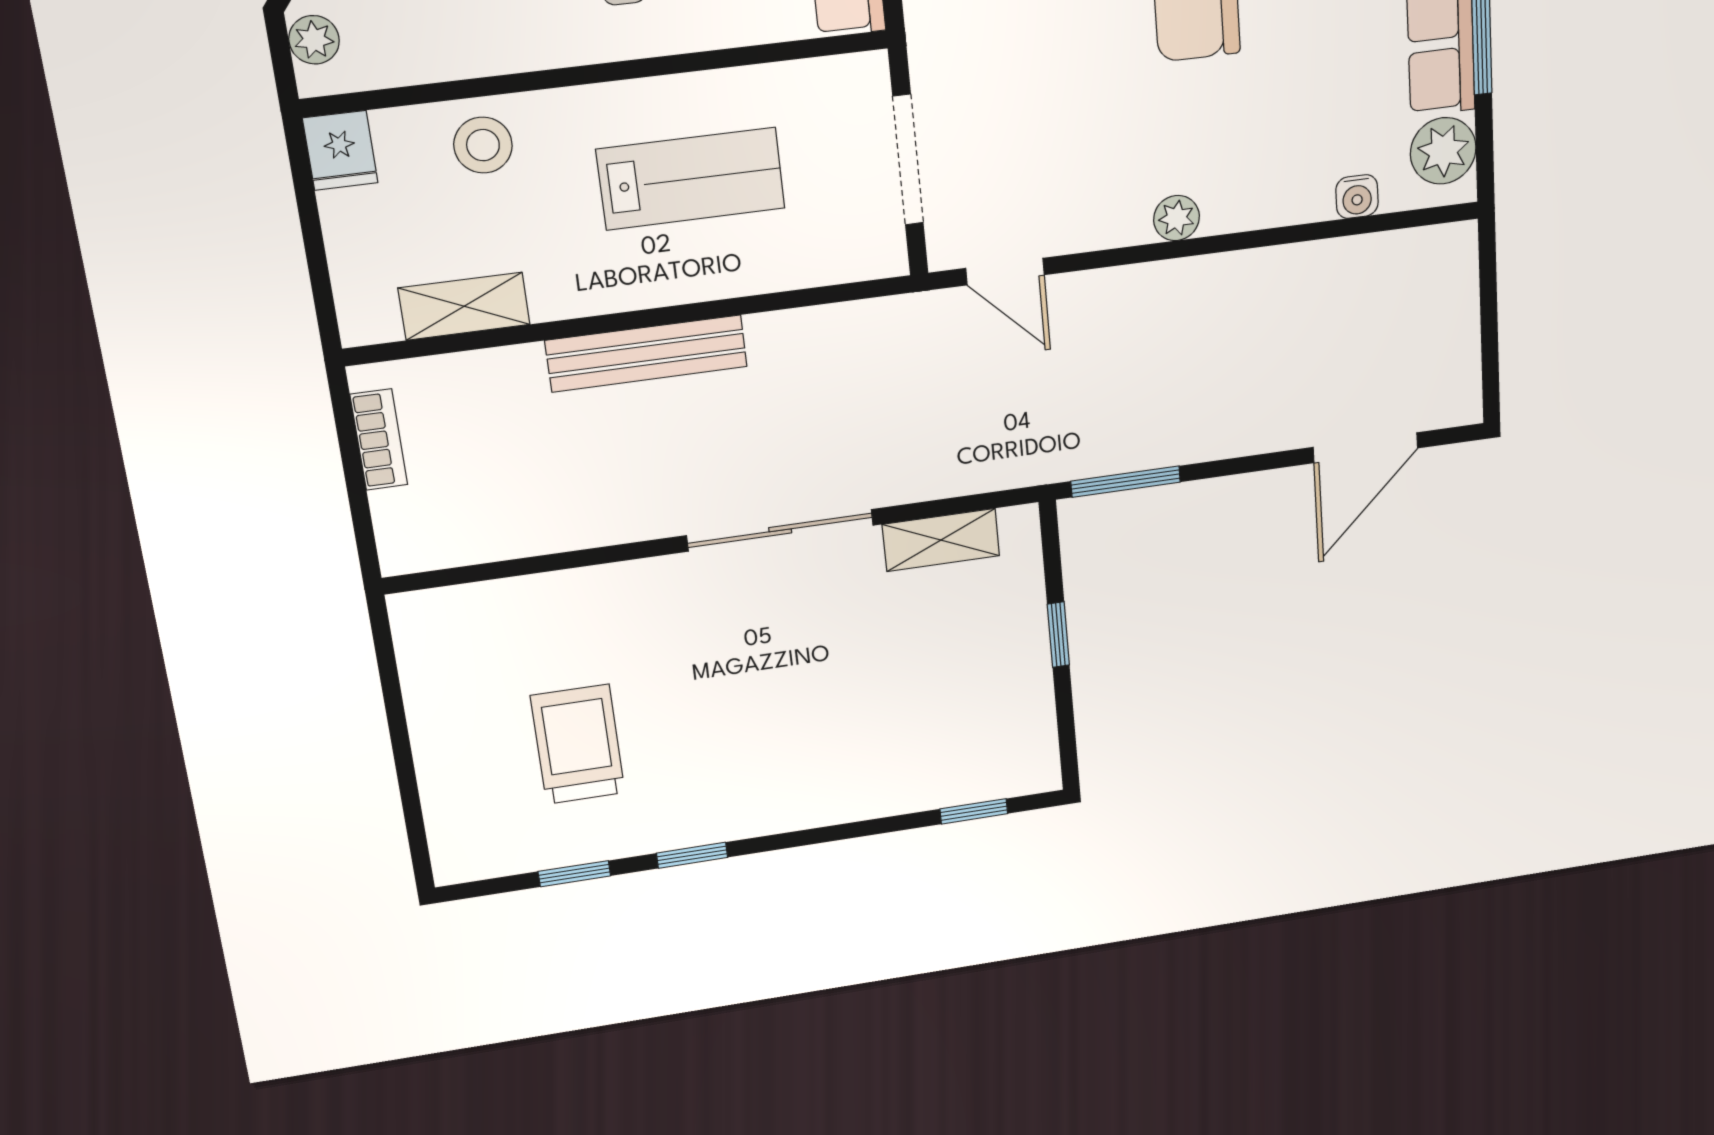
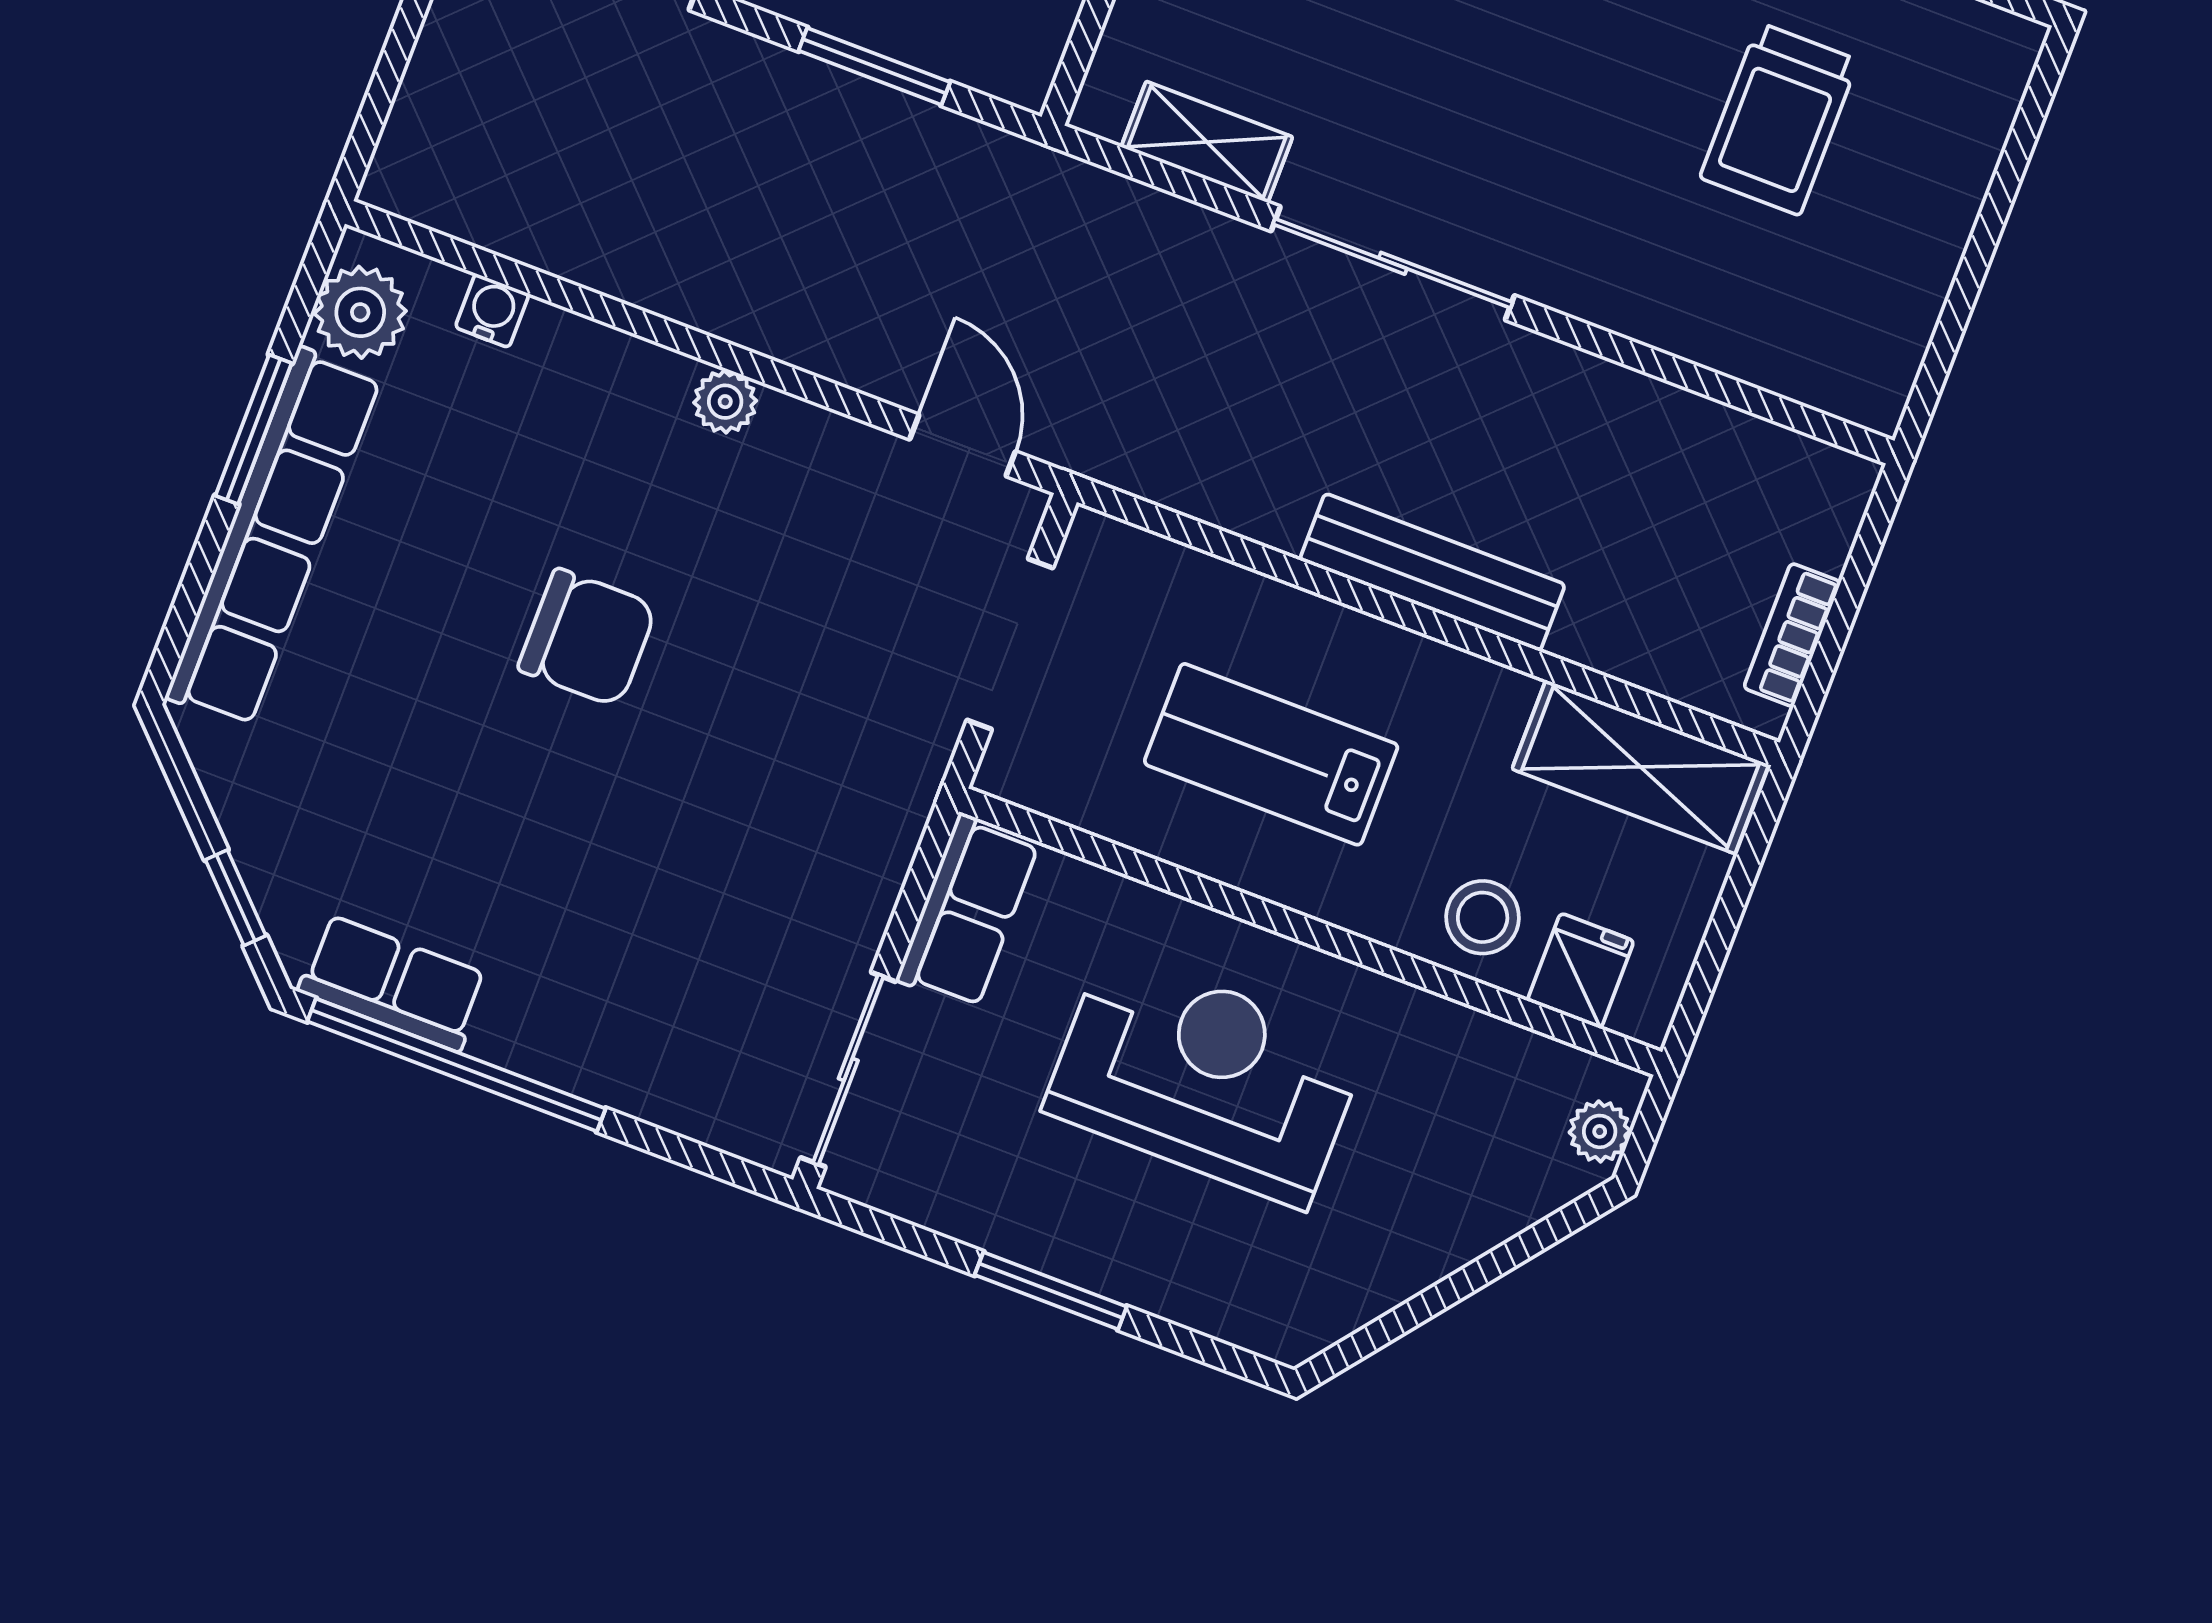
fridge: (340, 150) -> (1581, 971), moved
shelving: (464, 306) -> (1640, 767), width x1.50, depth x1.33
window: (1126, 482) -> (874, 66), moved

